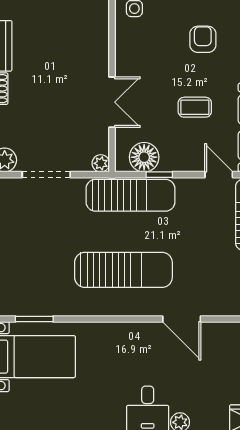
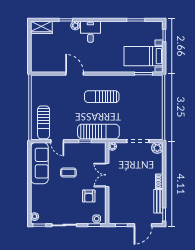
armchair: (203, 39) -> (89, 196), moved
floor lamp: (144, 157) -> (92, 149), removed
sun lounger: (130, 195) -> (98, 131), turned 180
sun lounger: (123, 270) -> (102, 97), width x0.73, depth x0.75

